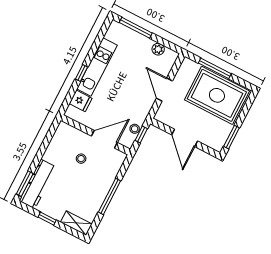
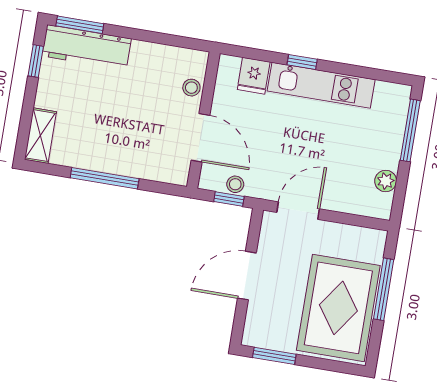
door: (164, 90) -> (298, 211), moved
stool: (81, 159) -> (191, 88), moved
window: (47, 219) -> (36, 61), moved

